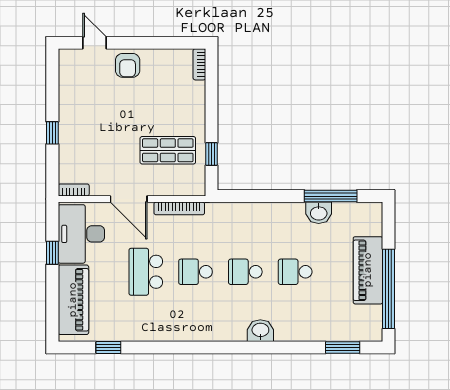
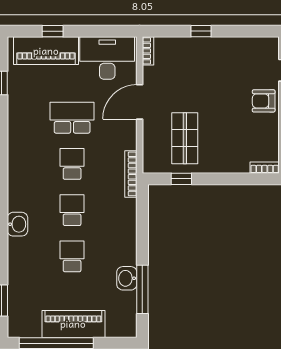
bookcase: (179, 208) -> (131, 174), moved
window: (52, 253) -> (53, 31), moved

